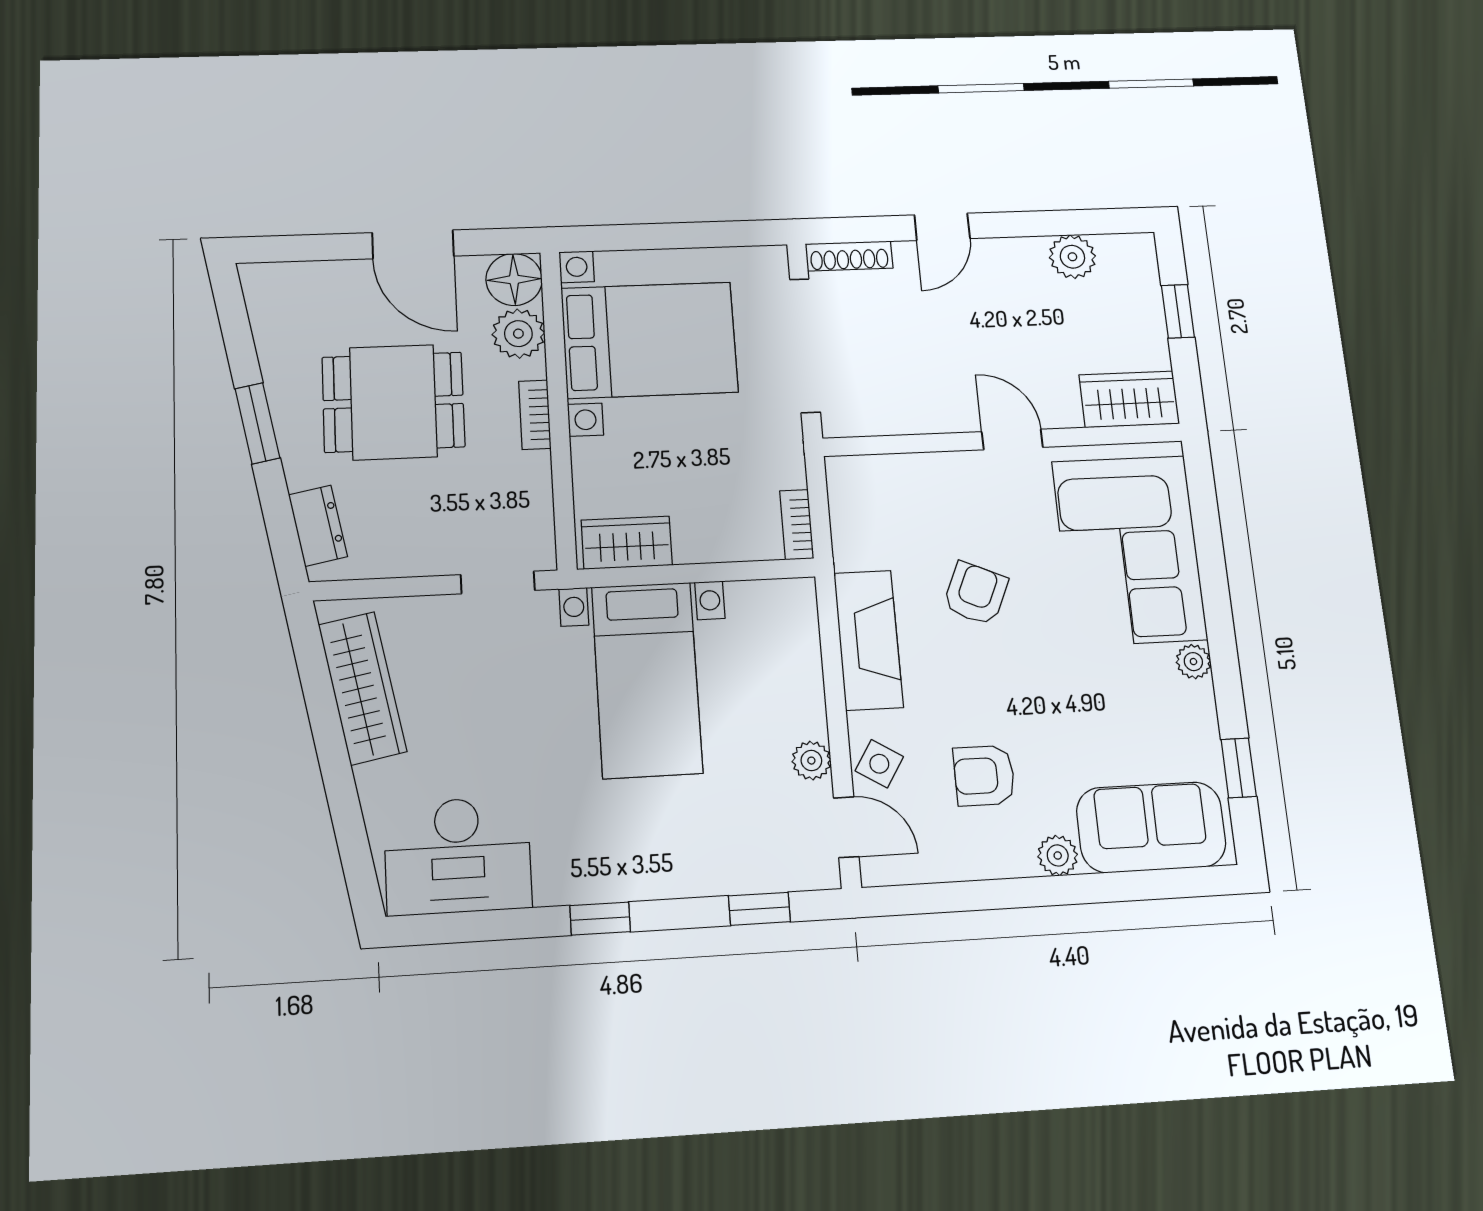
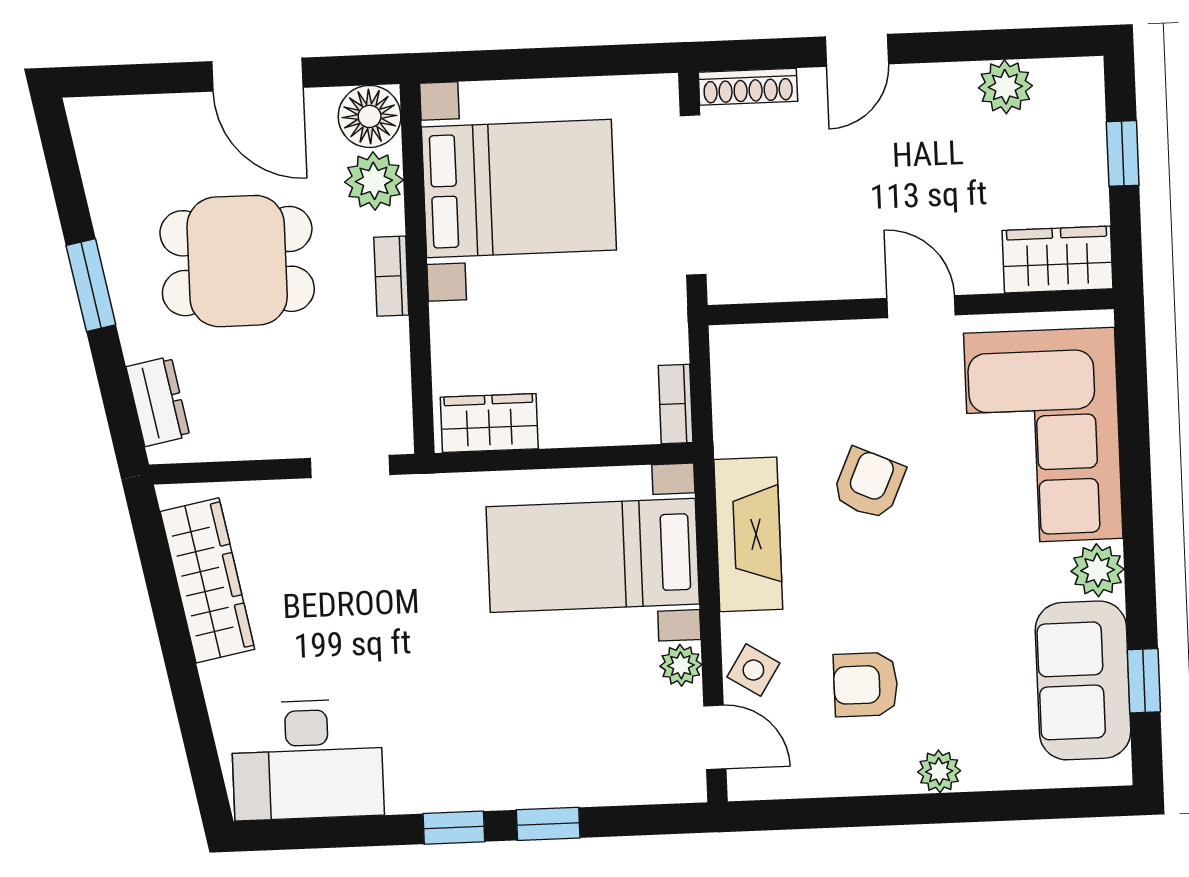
plant: (1193, 662) -> (1098, 570), width x1.38, depth x1.38
bed with nightstands: (647, 679) -> (593, 555), moved, turned 90
sofa: (1151, 827) -> (1083, 680), moved, turned -90
window: (759, 909) -> (548, 824), moved

